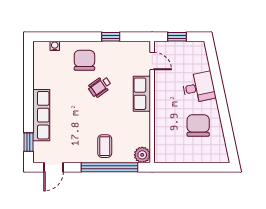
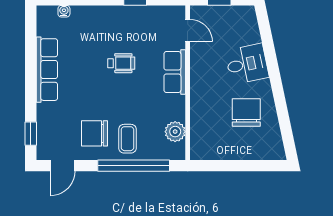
chair: (84, 60) -> (95, 133), moved, turned -90
wheelchair: (100, 87) -> (121, 63), turned -145
row of seats: (41, 115) -> (47, 70), moved
plant: (142, 155) -> (175, 132), moved

